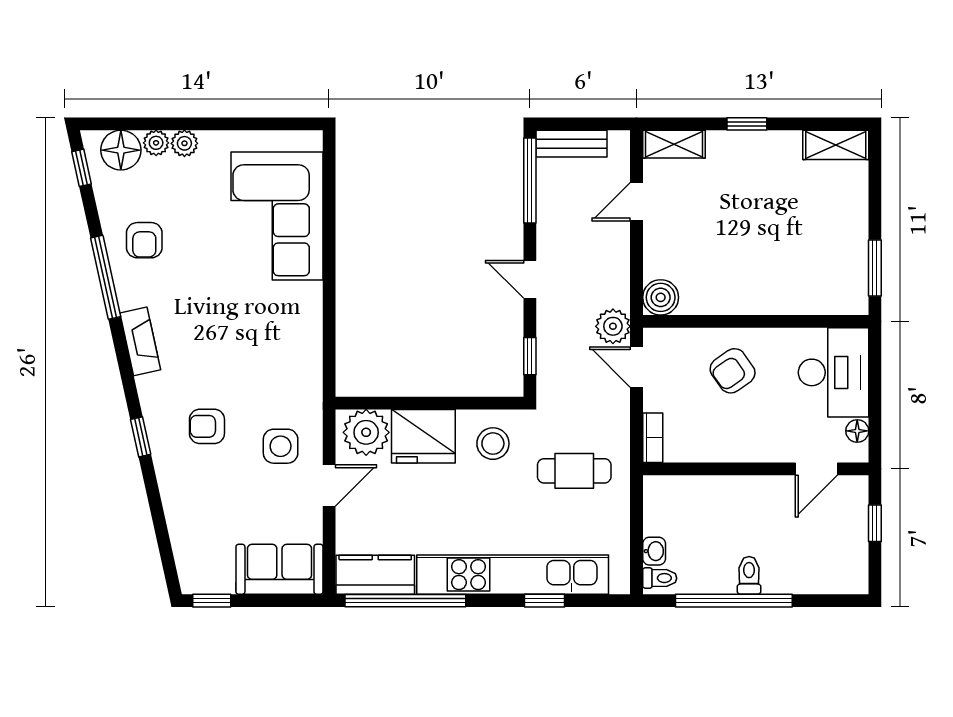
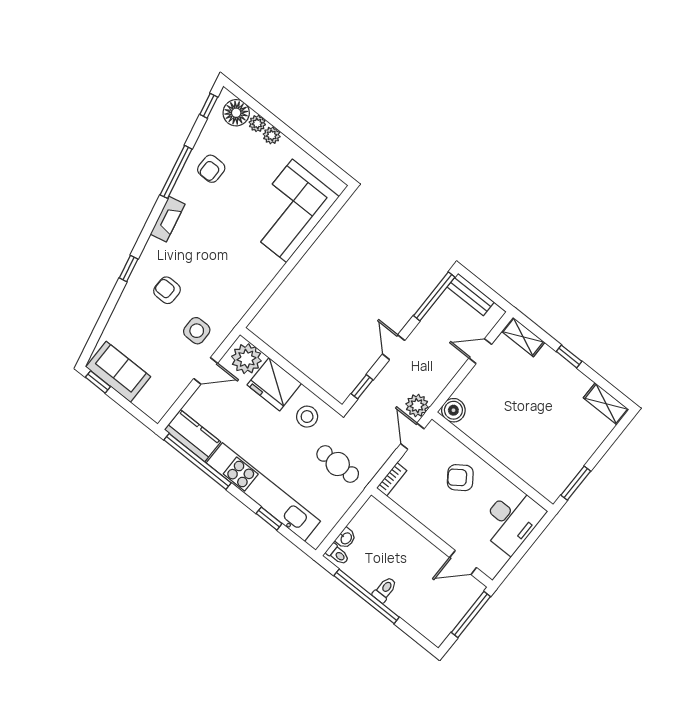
floor lamp: (857, 431) -> (500, 560), removed
window: (875, 523) -> (471, 614), width x2.17
sofa: (279, 569) -> (118, 372), moved

